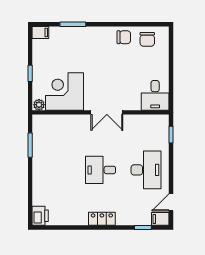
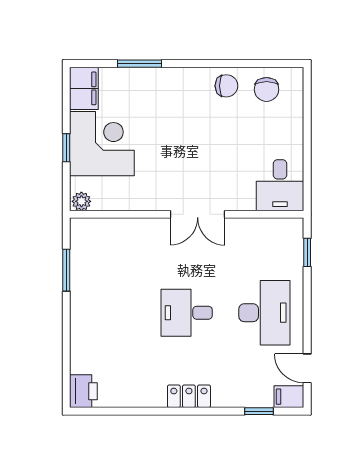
filing cabinet: (40, 33) -> (84, 88), width x2.00
corner desk: (64, 91) -> (102, 144), moved, turned 90
door: (171, 202) -> (307, 368), hinge flipped

